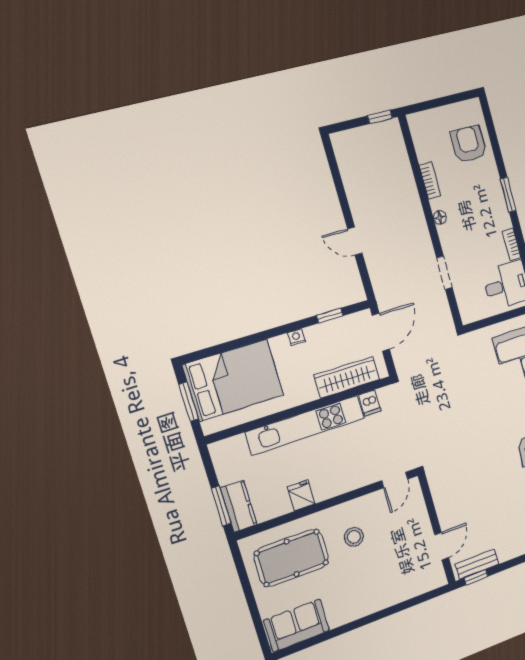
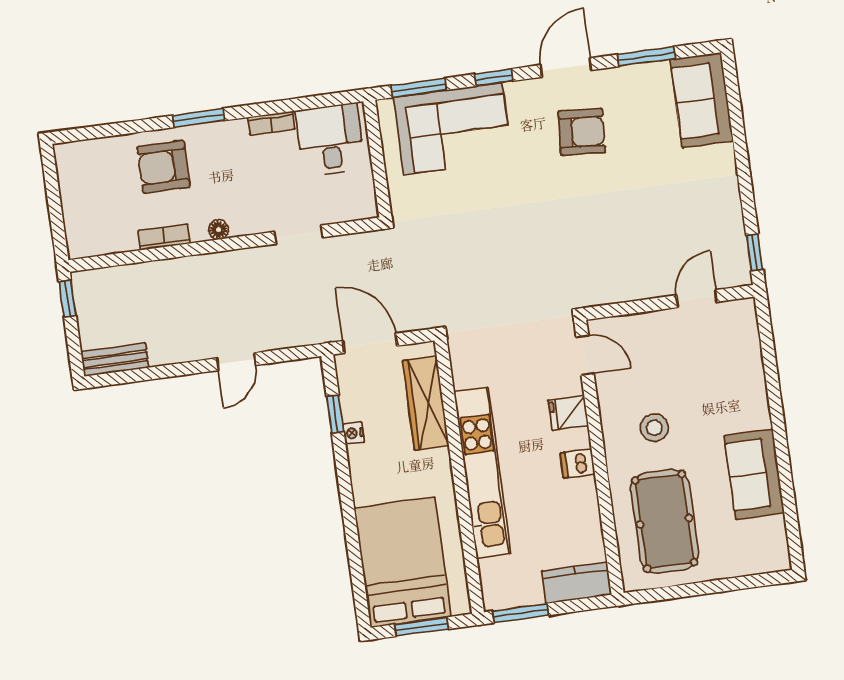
armchair: (469, 144) -> (163, 167), moved
nightstand: (296, 337) -> (353, 433), moved
dishwasher: (370, 403) -> (578, 463), moved, turned 180
fridge: (301, 495) -> (568, 413), moved
window: (221, 506) -> (521, 613), moved
door: (442, 546) -> (697, 299), hinge flipped
bench: (477, 564) -> (115, 360), moved, turned 90
sofa: (297, 626) -> (754, 474), moved

